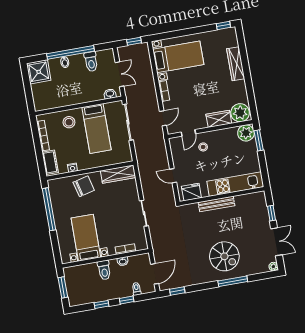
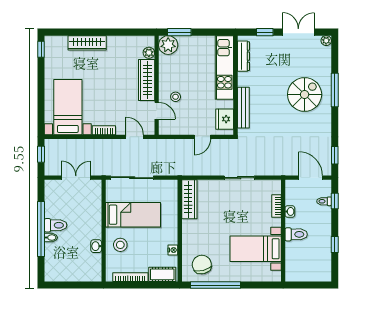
toilet: (91, 62) -> (56, 225), moved
shower: (39, 72) -> (57, 269), removed
washbasin: (110, 94) -> (96, 246), moved
plant: (240, 113) -> (149, 53), width x0.53, depth x0.53
wardrobe: (219, 119) -> (147, 80), width x1.50
chair: (84, 186) -> (202, 265), moved
dresser: (248, 199) -> (243, 56), added
bench: (216, 204) -> (243, 108), moved
window: (63, 287) -> (308, 285), removed
window: (127, 300) -> (335, 201), moved

